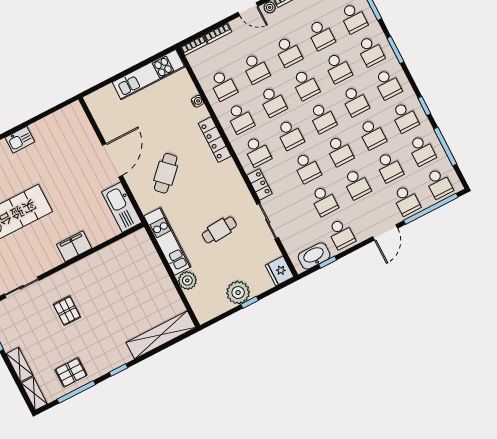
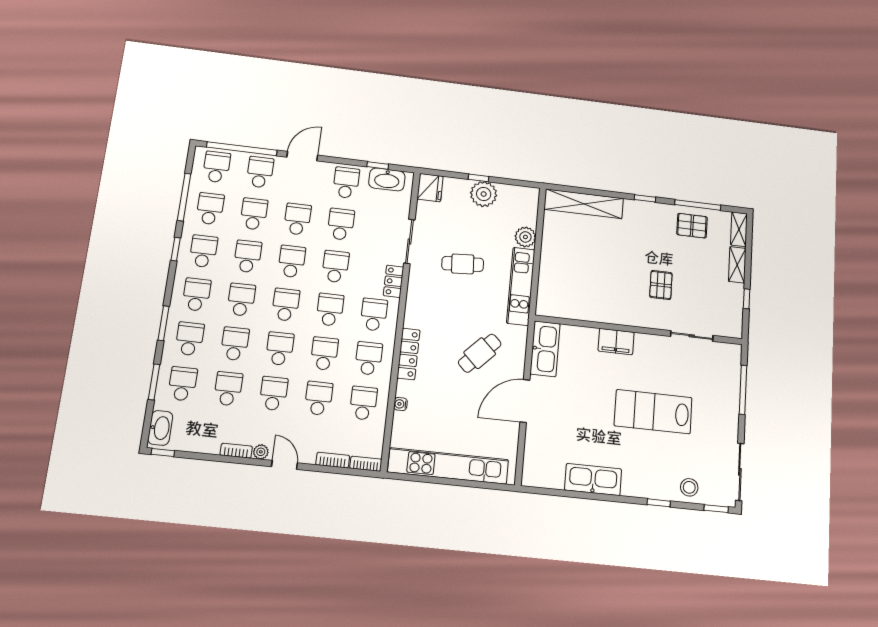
kitchen unit: (148, 75) -> (448, 466), width x1.36
kitchen sink: (20, 140) -> (593, 480), width x1.88, depth x1.24

